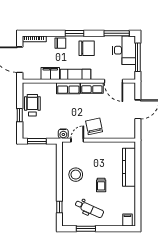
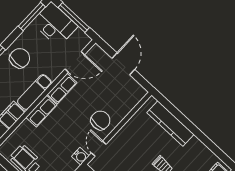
chair: (94, 126) -> (100, 120), turned 102

